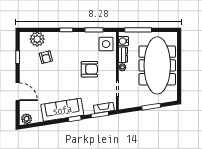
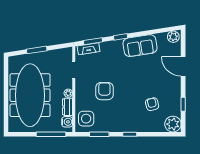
plant: (37, 39) -> (173, 124), moved
armchair: (89, 69) -> (104, 91), turned 90
sofa: (62, 110) -> (140, 46), width x0.73

